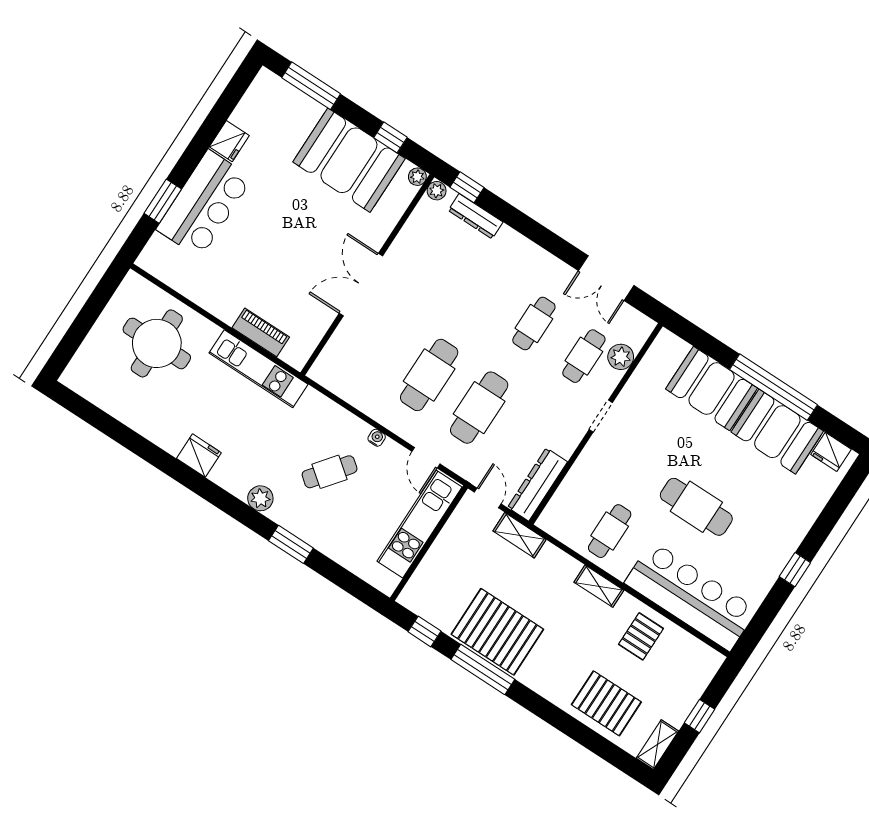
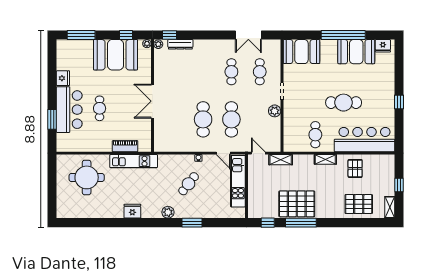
cafe table: (259, 236) -> (100, 108), added
plant: (621, 357) -> (275, 111), moved
booth: (712, 389) -> (301, 52), moved
dresser: (538, 484) -> (275, 135), removed

